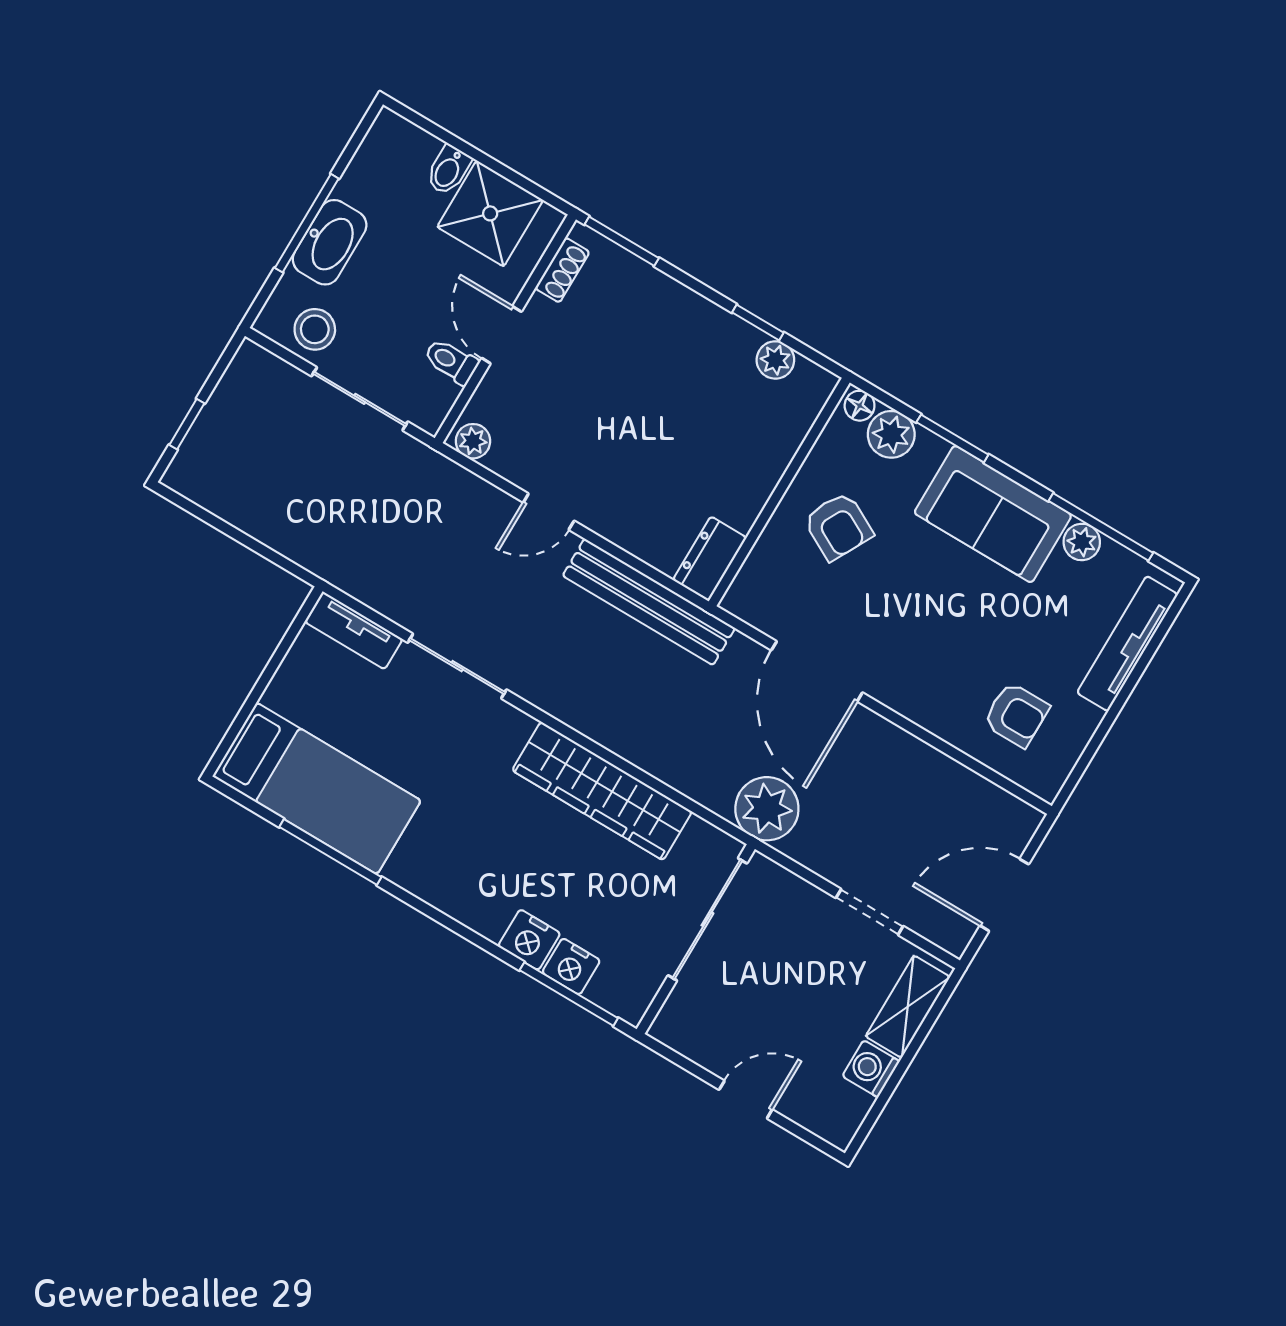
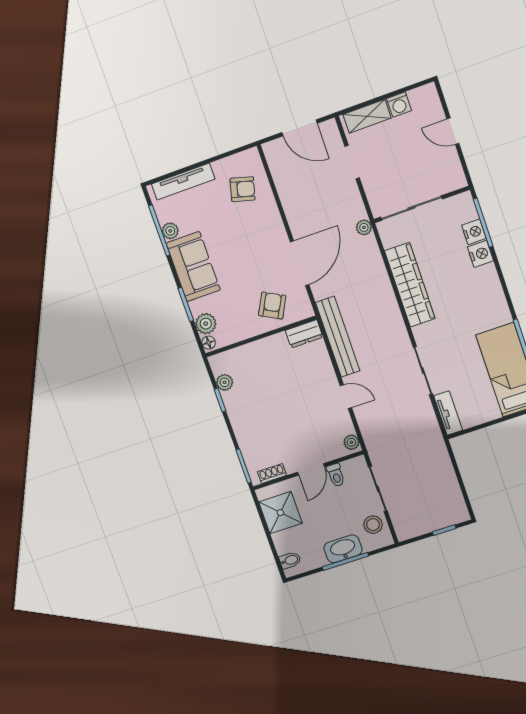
bidet: (448, 170) -> (290, 560), moved
armchair: (838, 526) -> (272, 306), moved
armchair: (1016, 715) -> (243, 189), turned 105
plant: (767, 809) -> (364, 227), width x0.53, depth x0.53

